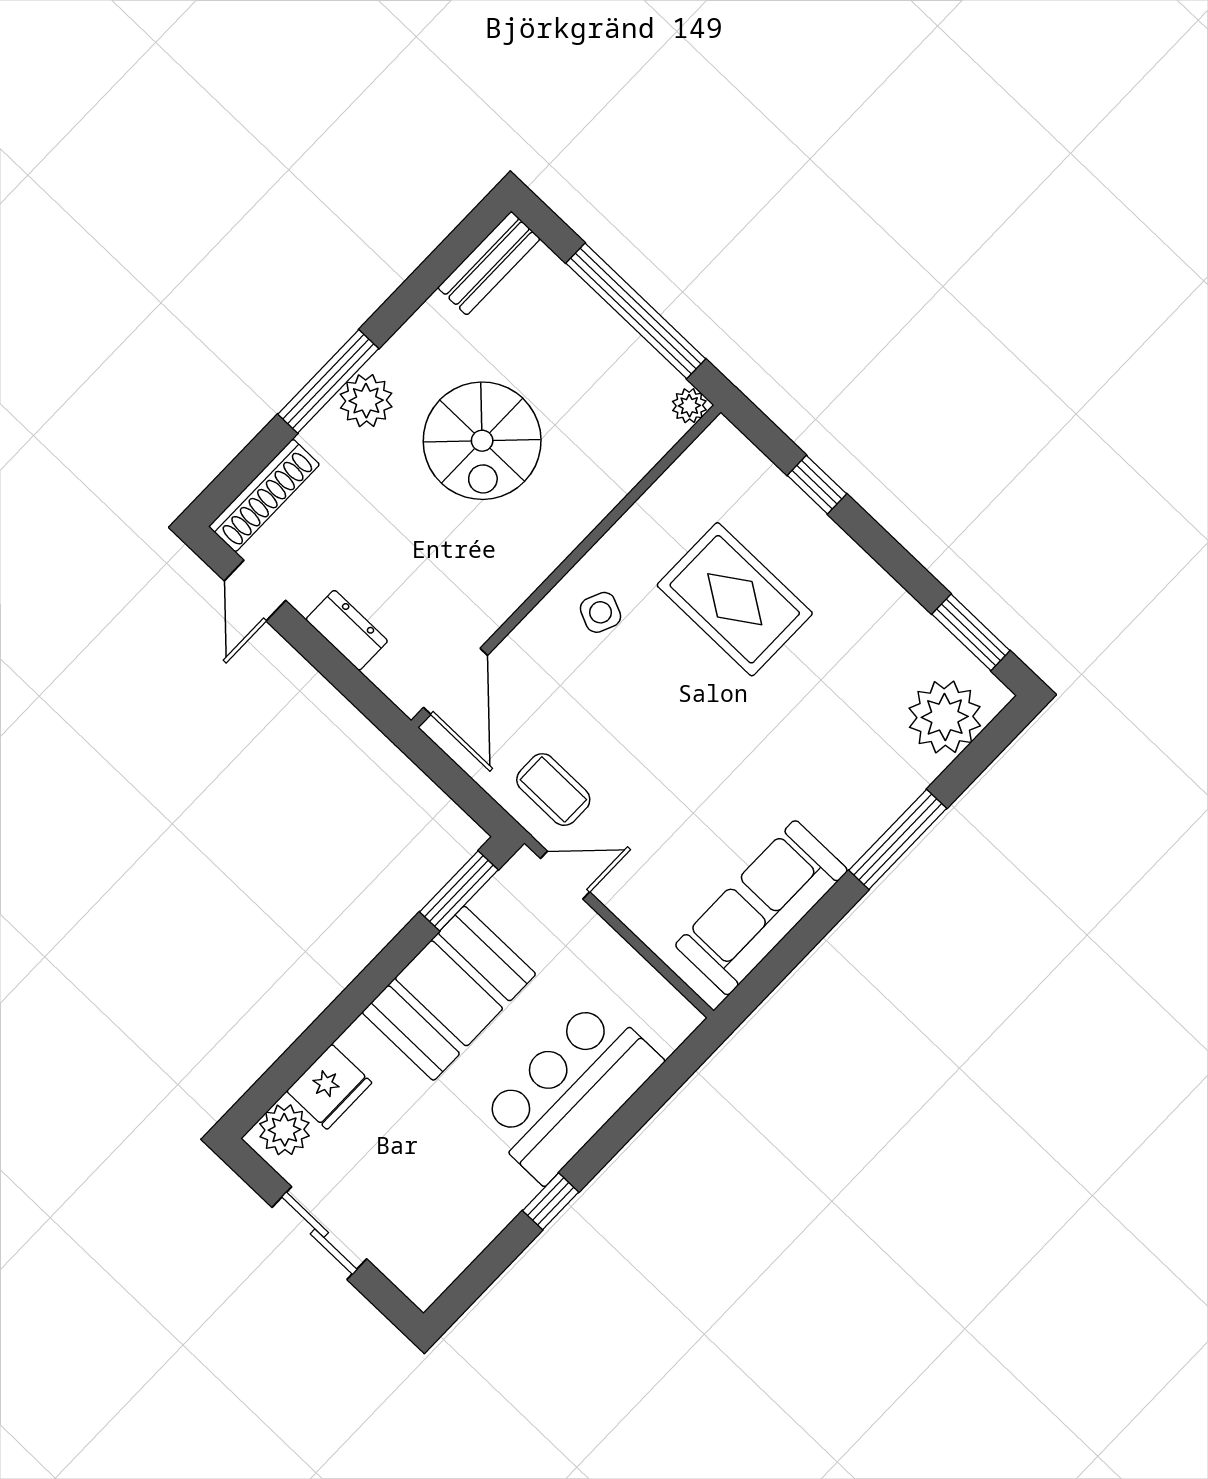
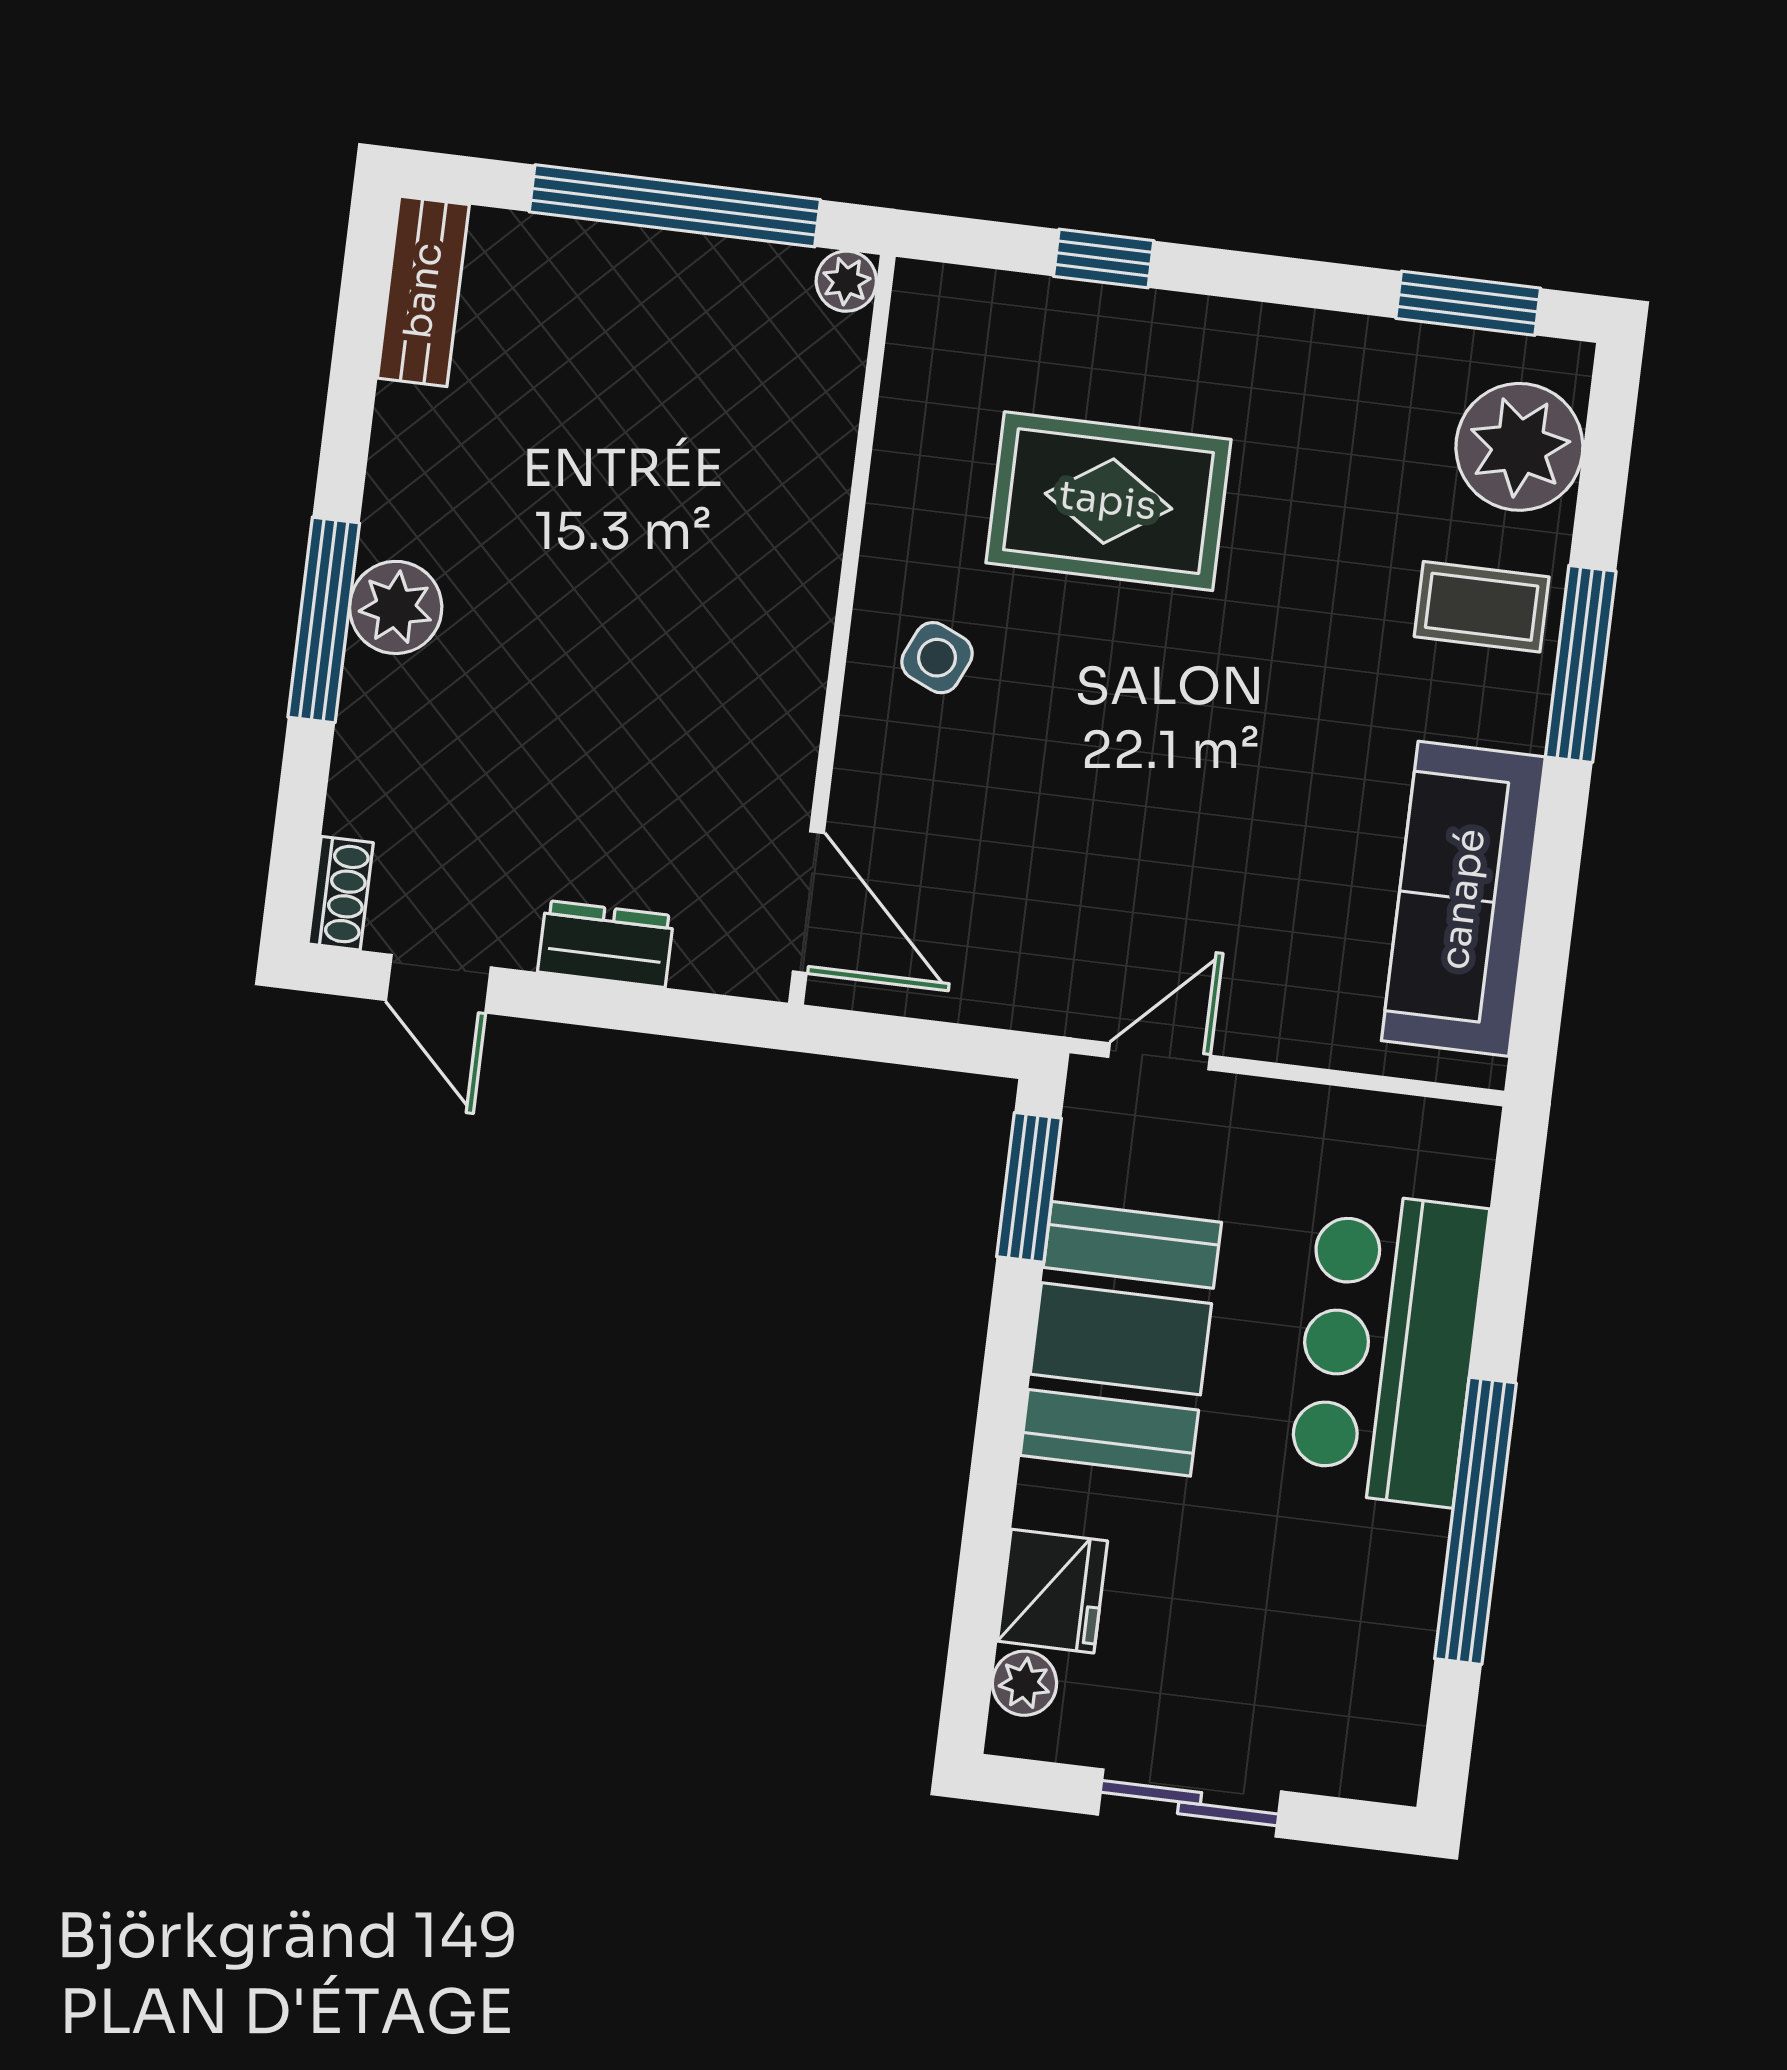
spiral stairs: (482, 441) -> (597, 543), removed
shoe rack: (264, 495) -> (341, 893), width x0.51, depth x0.81
coffee table: (553, 790) -> (1482, 607), moved
plant: (284, 1130) -> (1024, 1683), width x0.73, depth x0.73
window: (551, 1201) -> (1475, 1521), width x3.17

